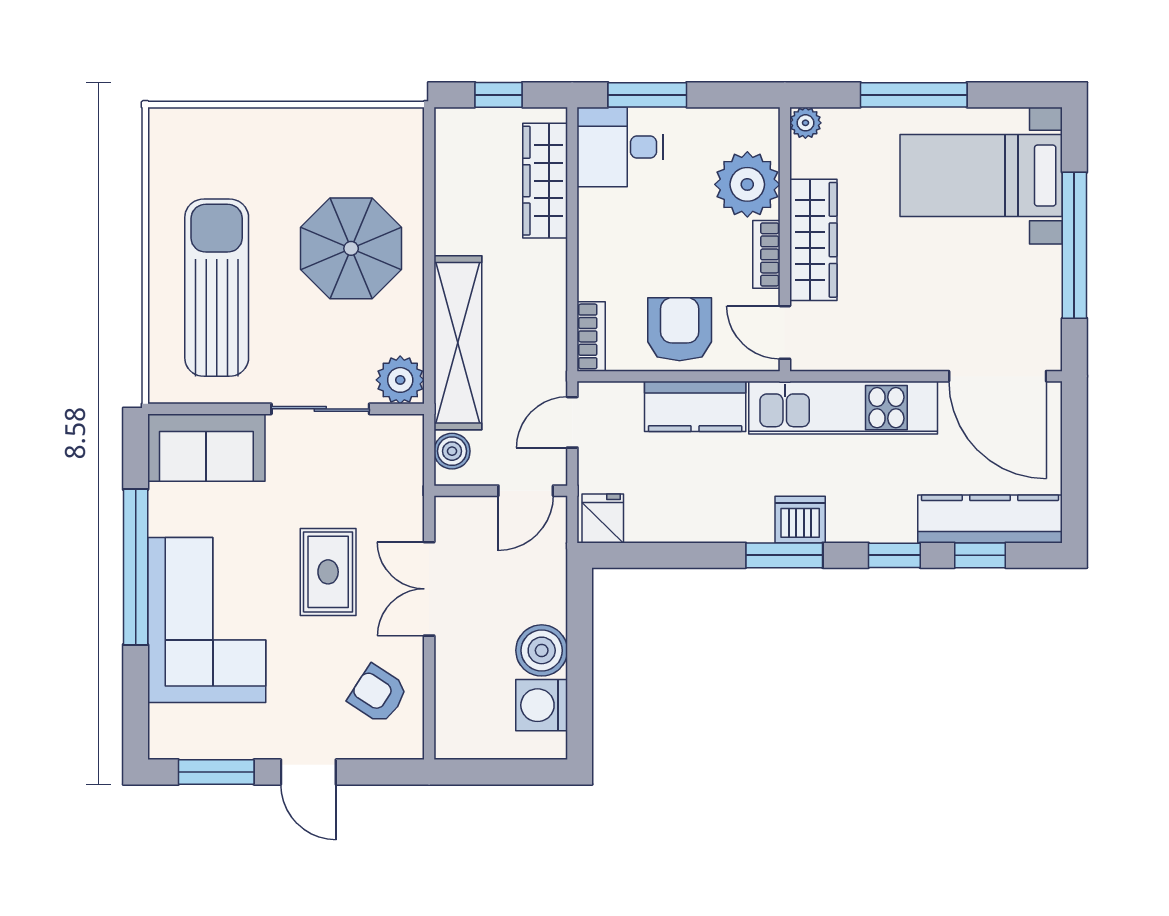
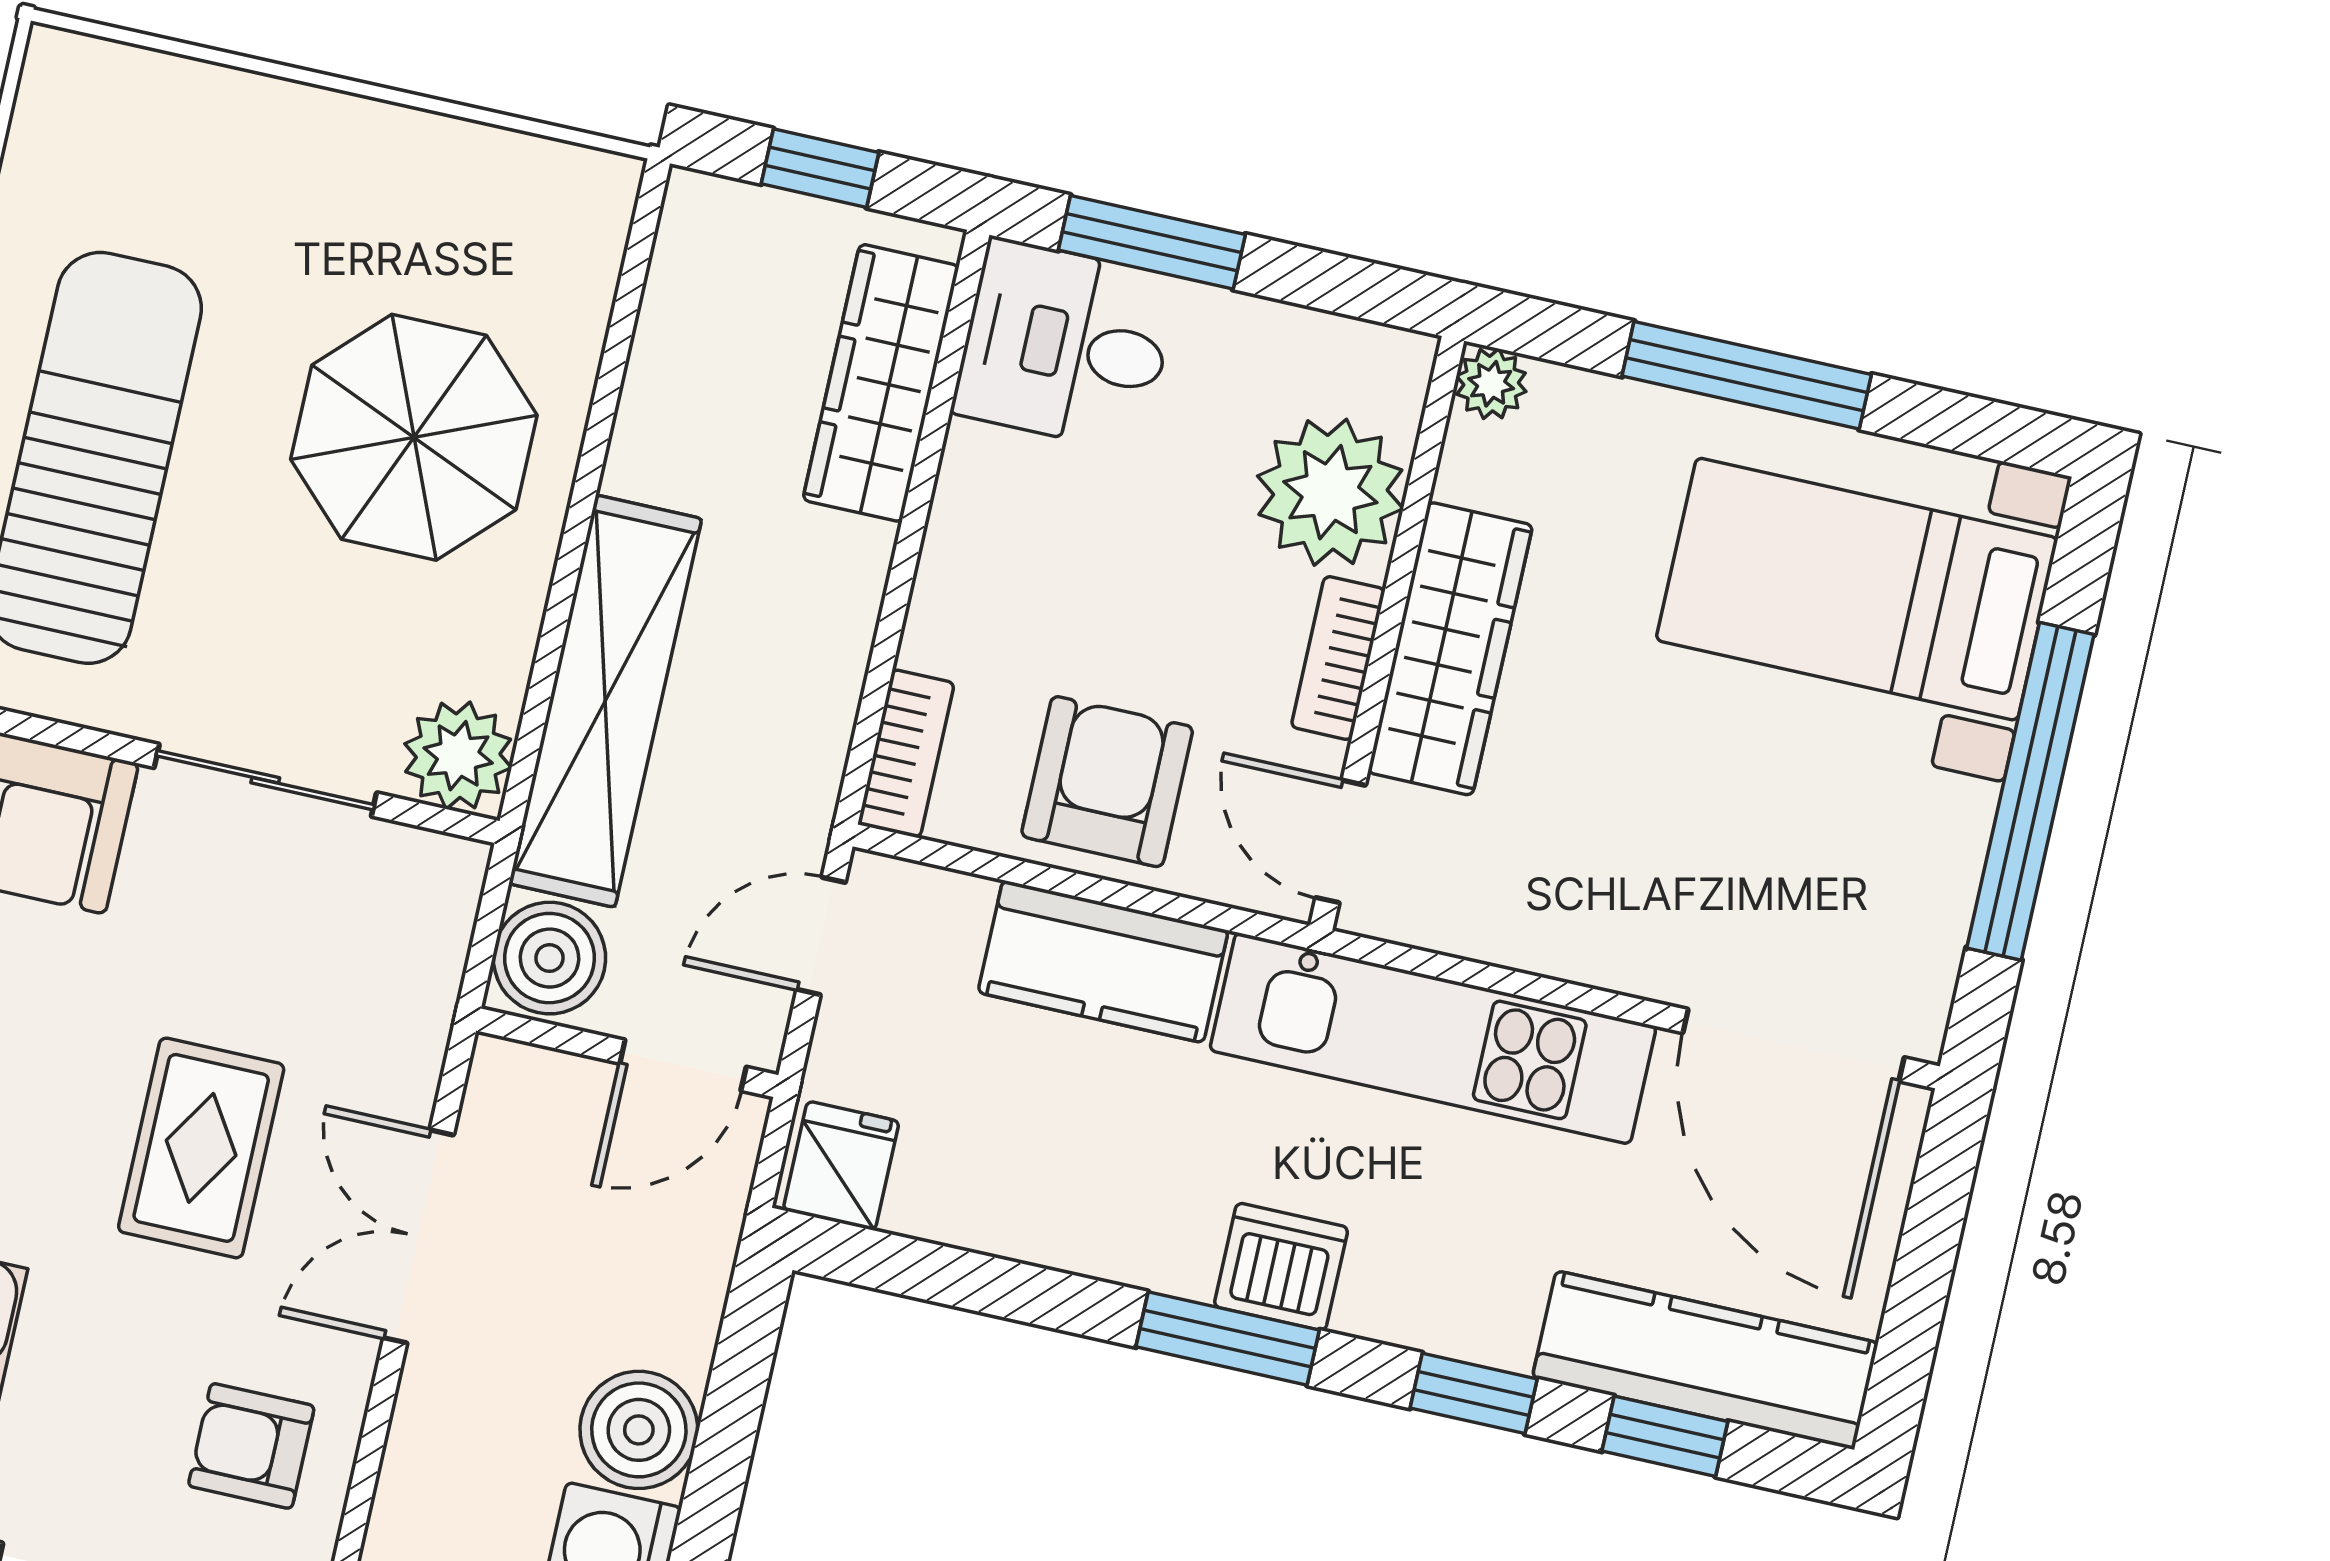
boiler: (452, 451) -> (550, 958), width x1.36, depth x1.36
armchair: (378, 694) -> (251, 1446), turned -33

